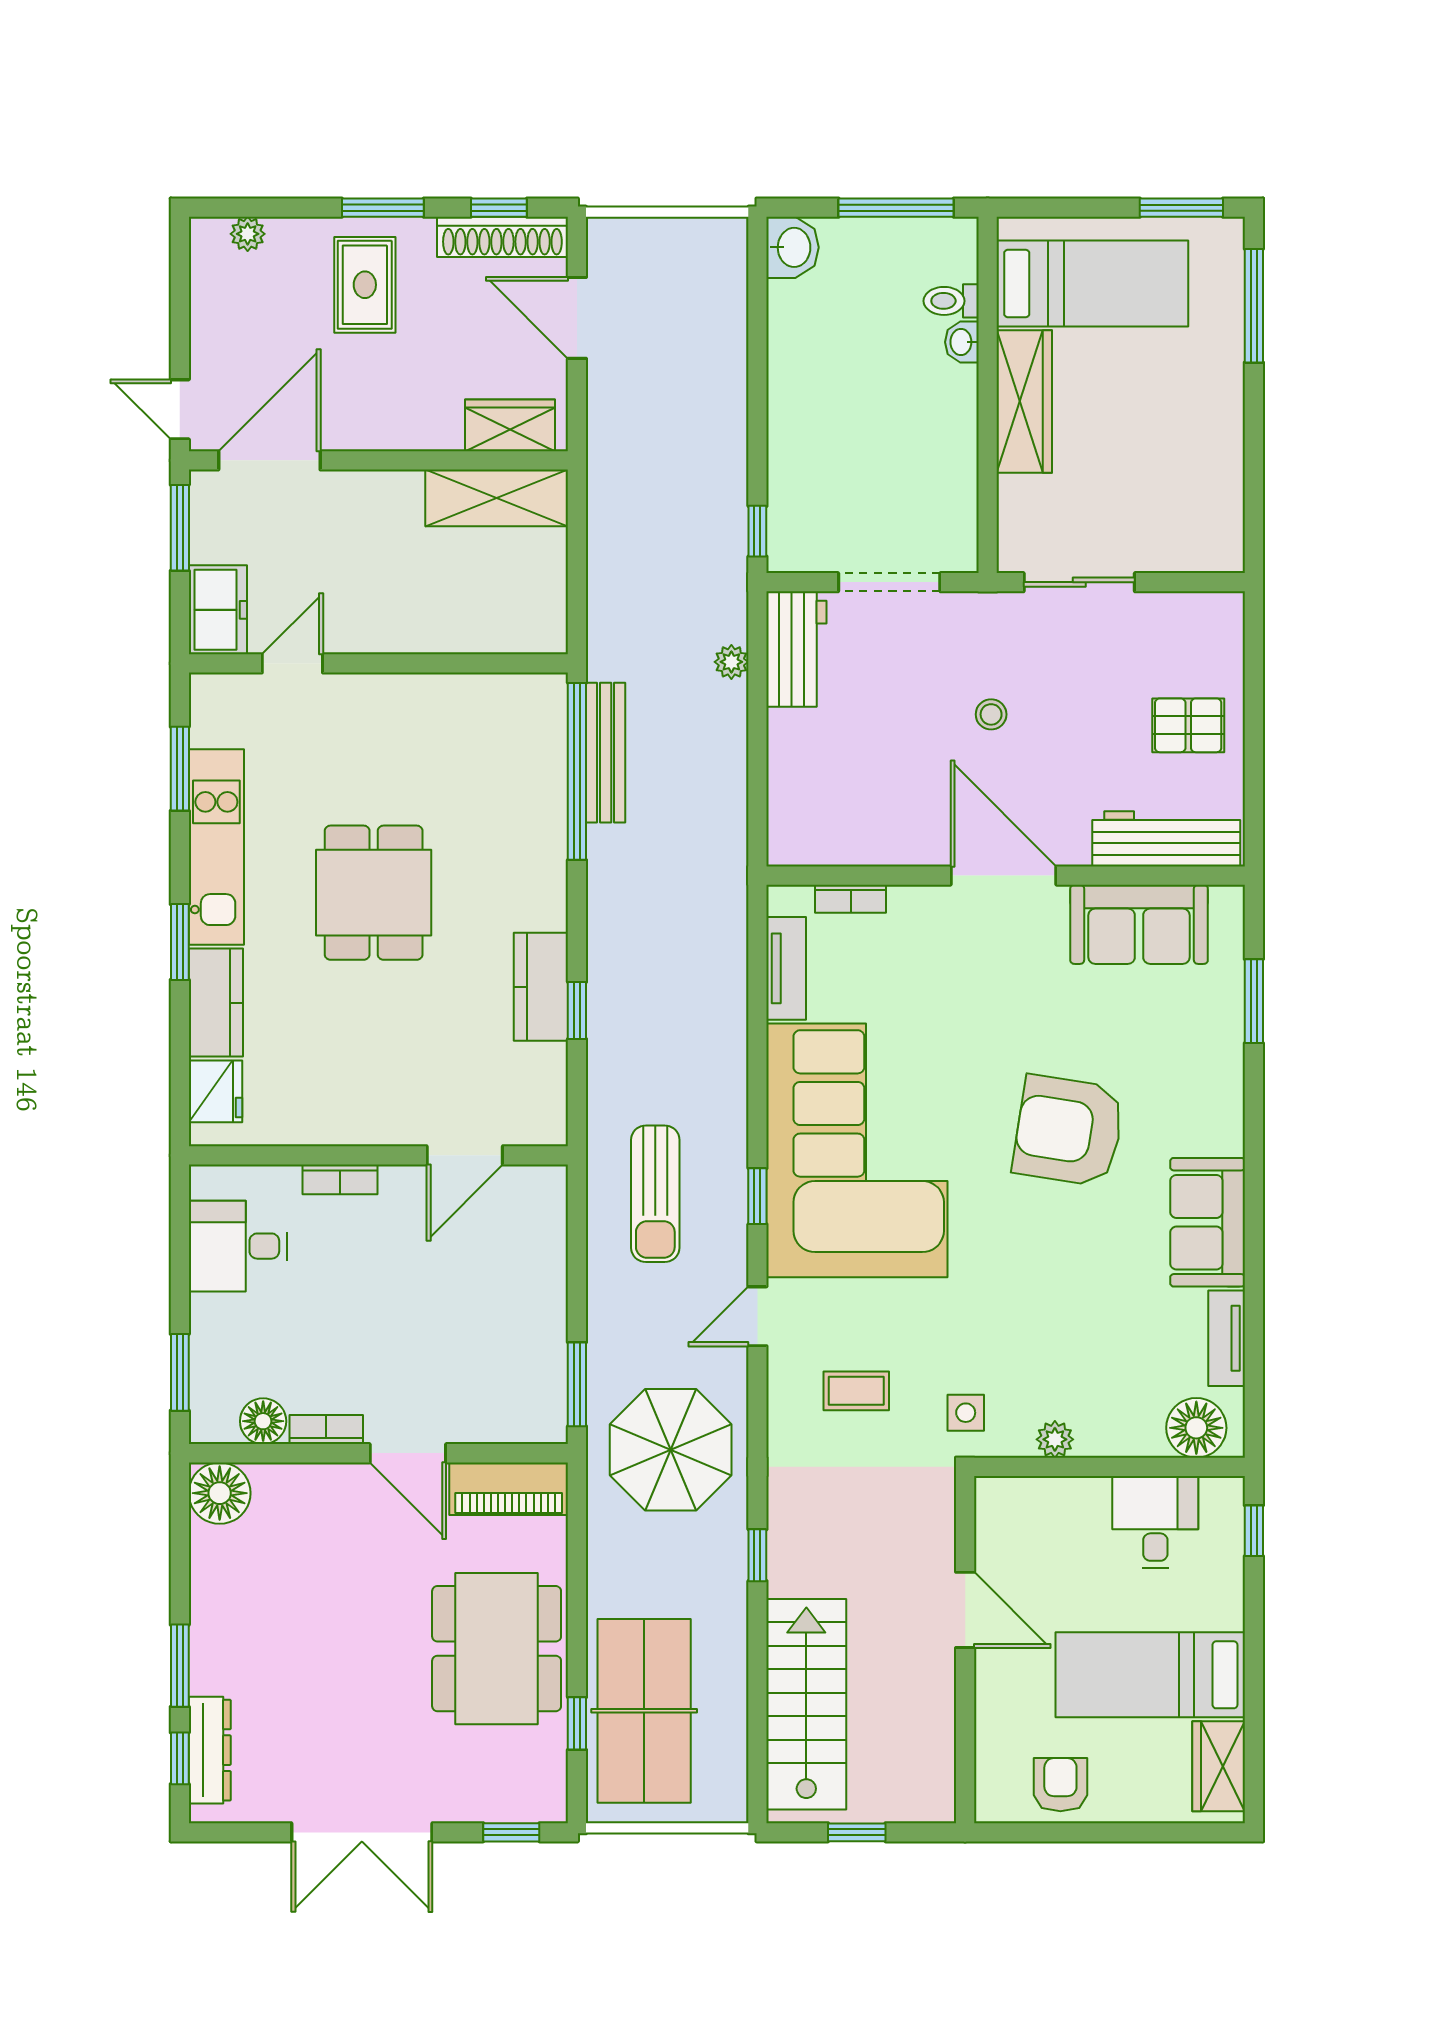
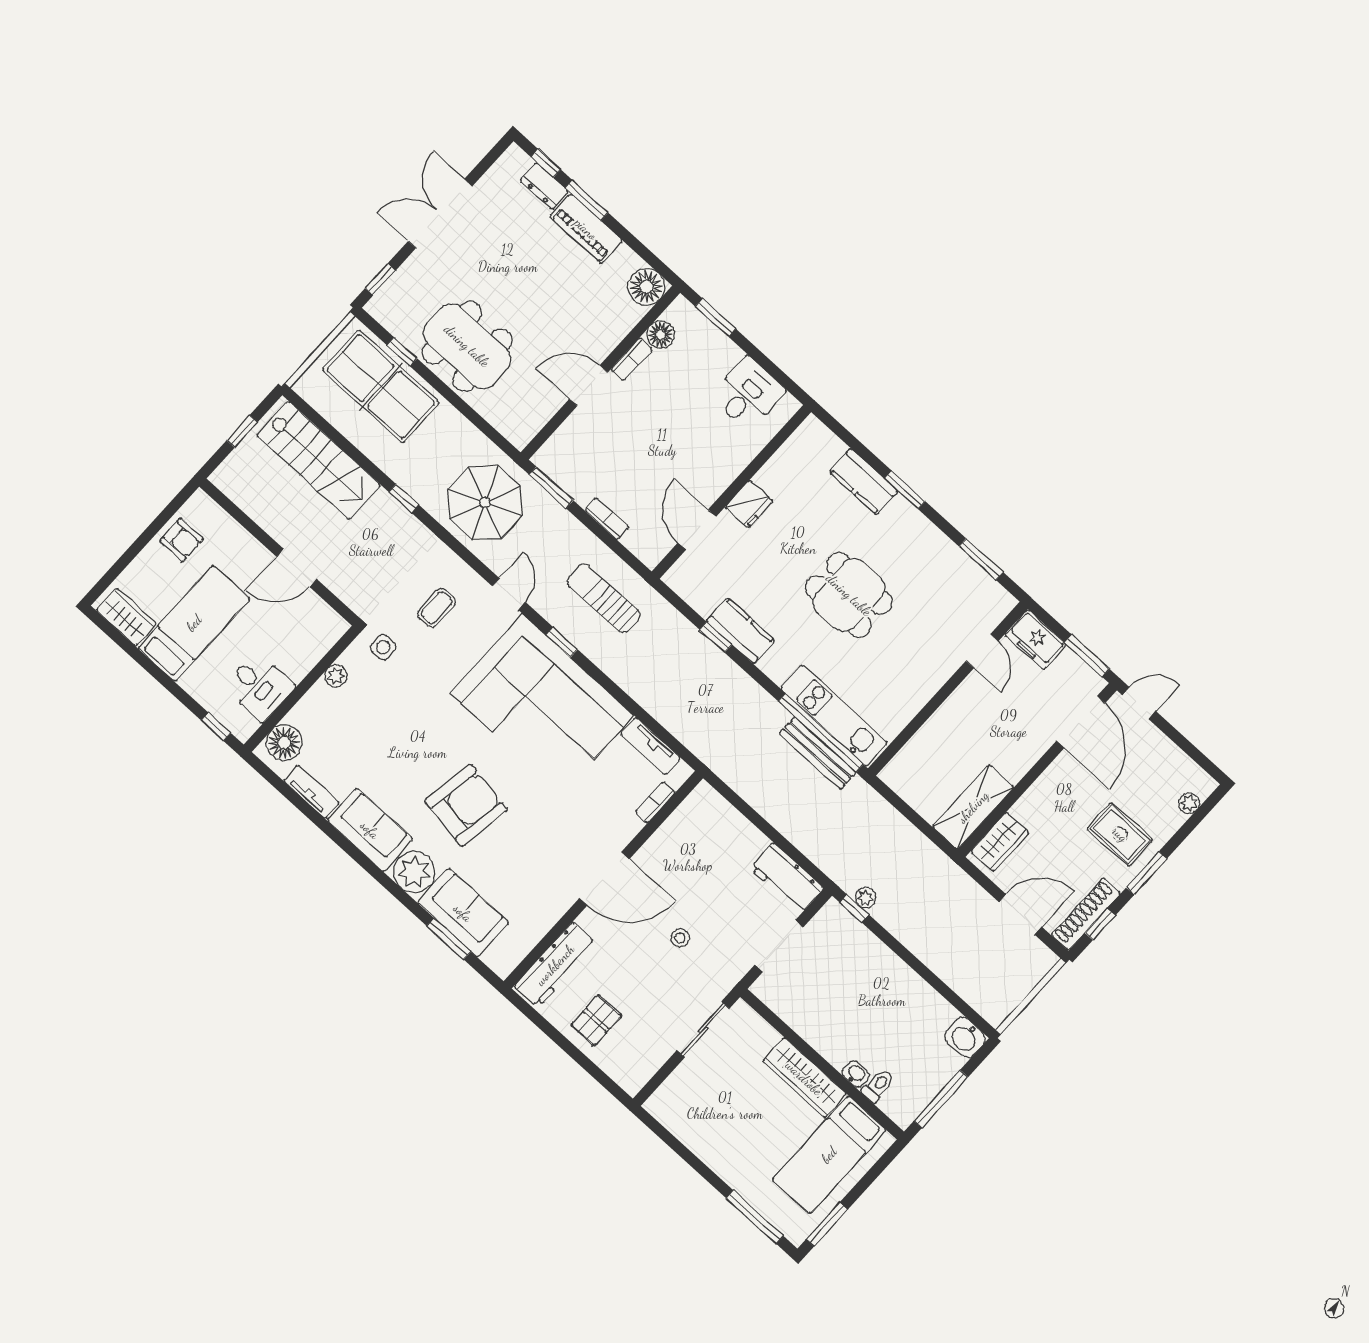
plant: (731, 662) -> (865, 898), moved
kitchen unit: (216, 847) -> (834, 715), moved, turned 180
sofa: (1139, 924) -> (463, 913), moved, turned 90
fridge: (216, 1091) -> (749, 504), moved, turned -90
plant: (1210, 1120) -> (414, 872), added
bookcase: (340, 1179) -> (607, 519), moved, turned 90
piano: (509, 1489) -> (586, 229), moved, turned -90
dresser: (210, 1750) -> (544, 186), width x0.70

